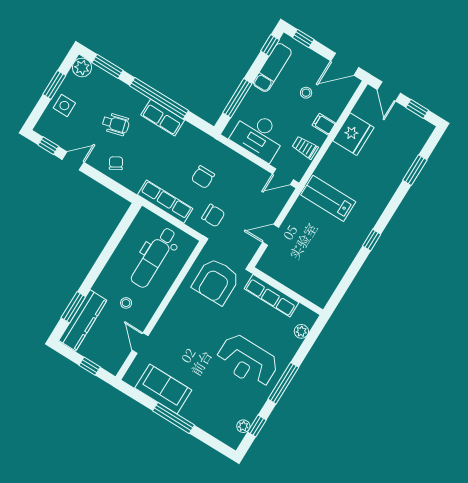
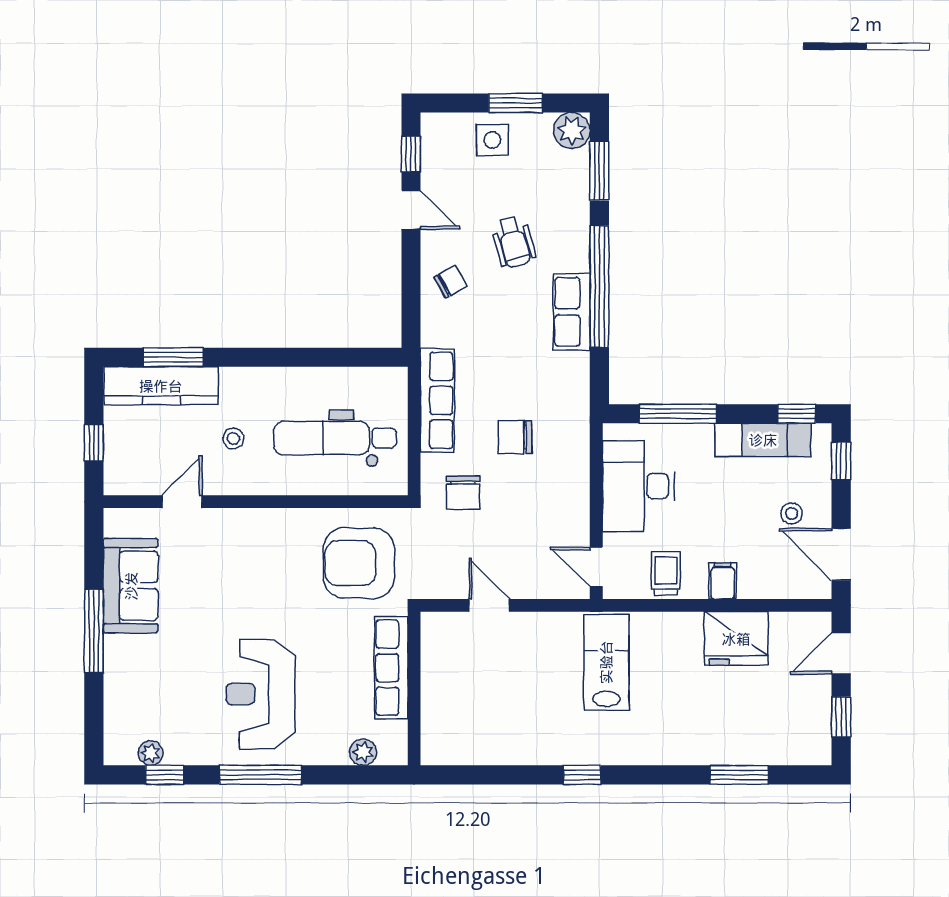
stool: (306, 93) -> (792, 513), moved

